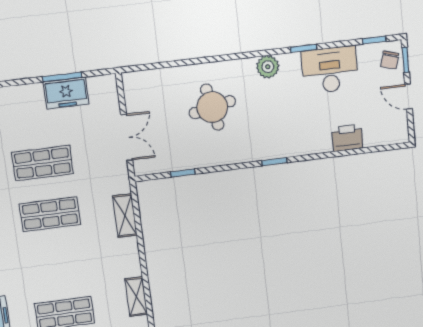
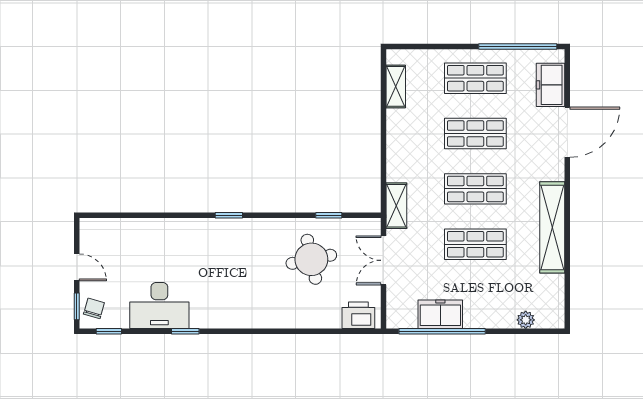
plant: (268, 67) -> (225, 317), removed
window: (62, 77) -> (442, 331), width x2.11
round table: (212, 107) -> (311, 259), moved
printer: (347, 138) -> (358, 315), moved, turned 180
shelving: (125, 216) -> (396, 206), moved
shop shelf: (57, 264) -> (475, 134), added

